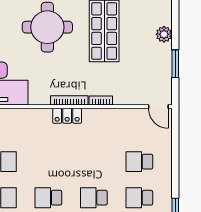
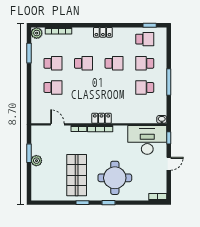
plant: (164, 34) -> (36, 161), moved
door: (158, 107) -> (57, 124), moved

